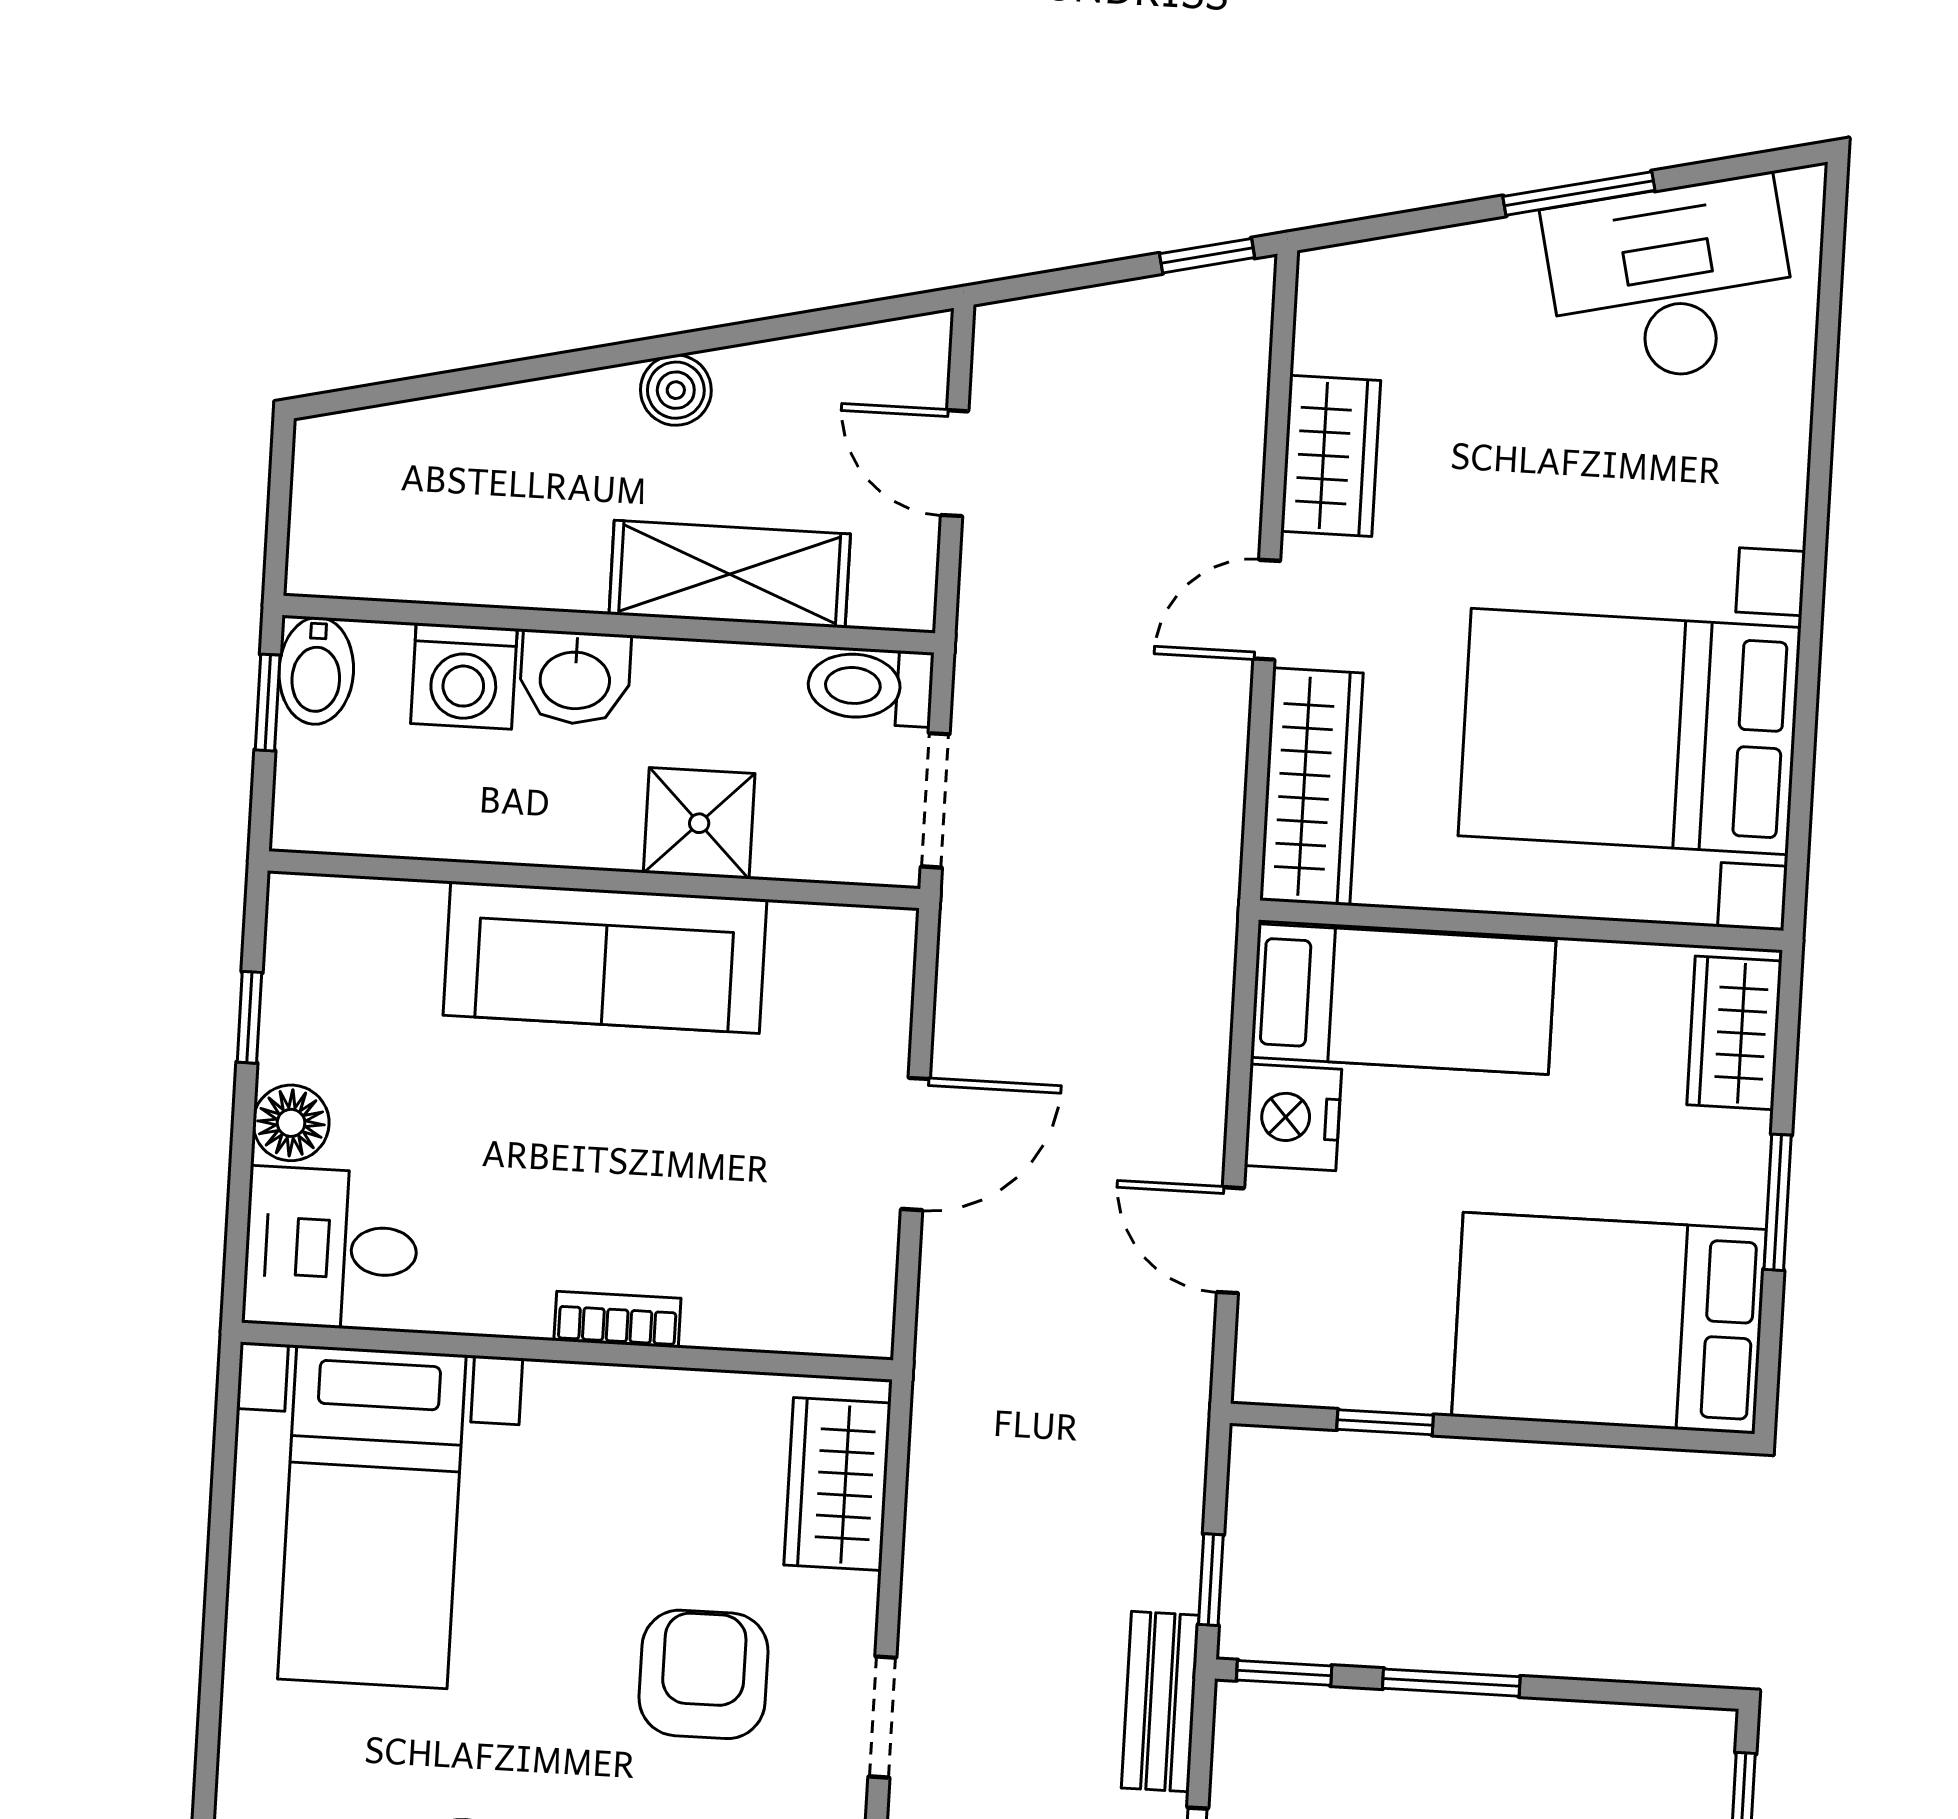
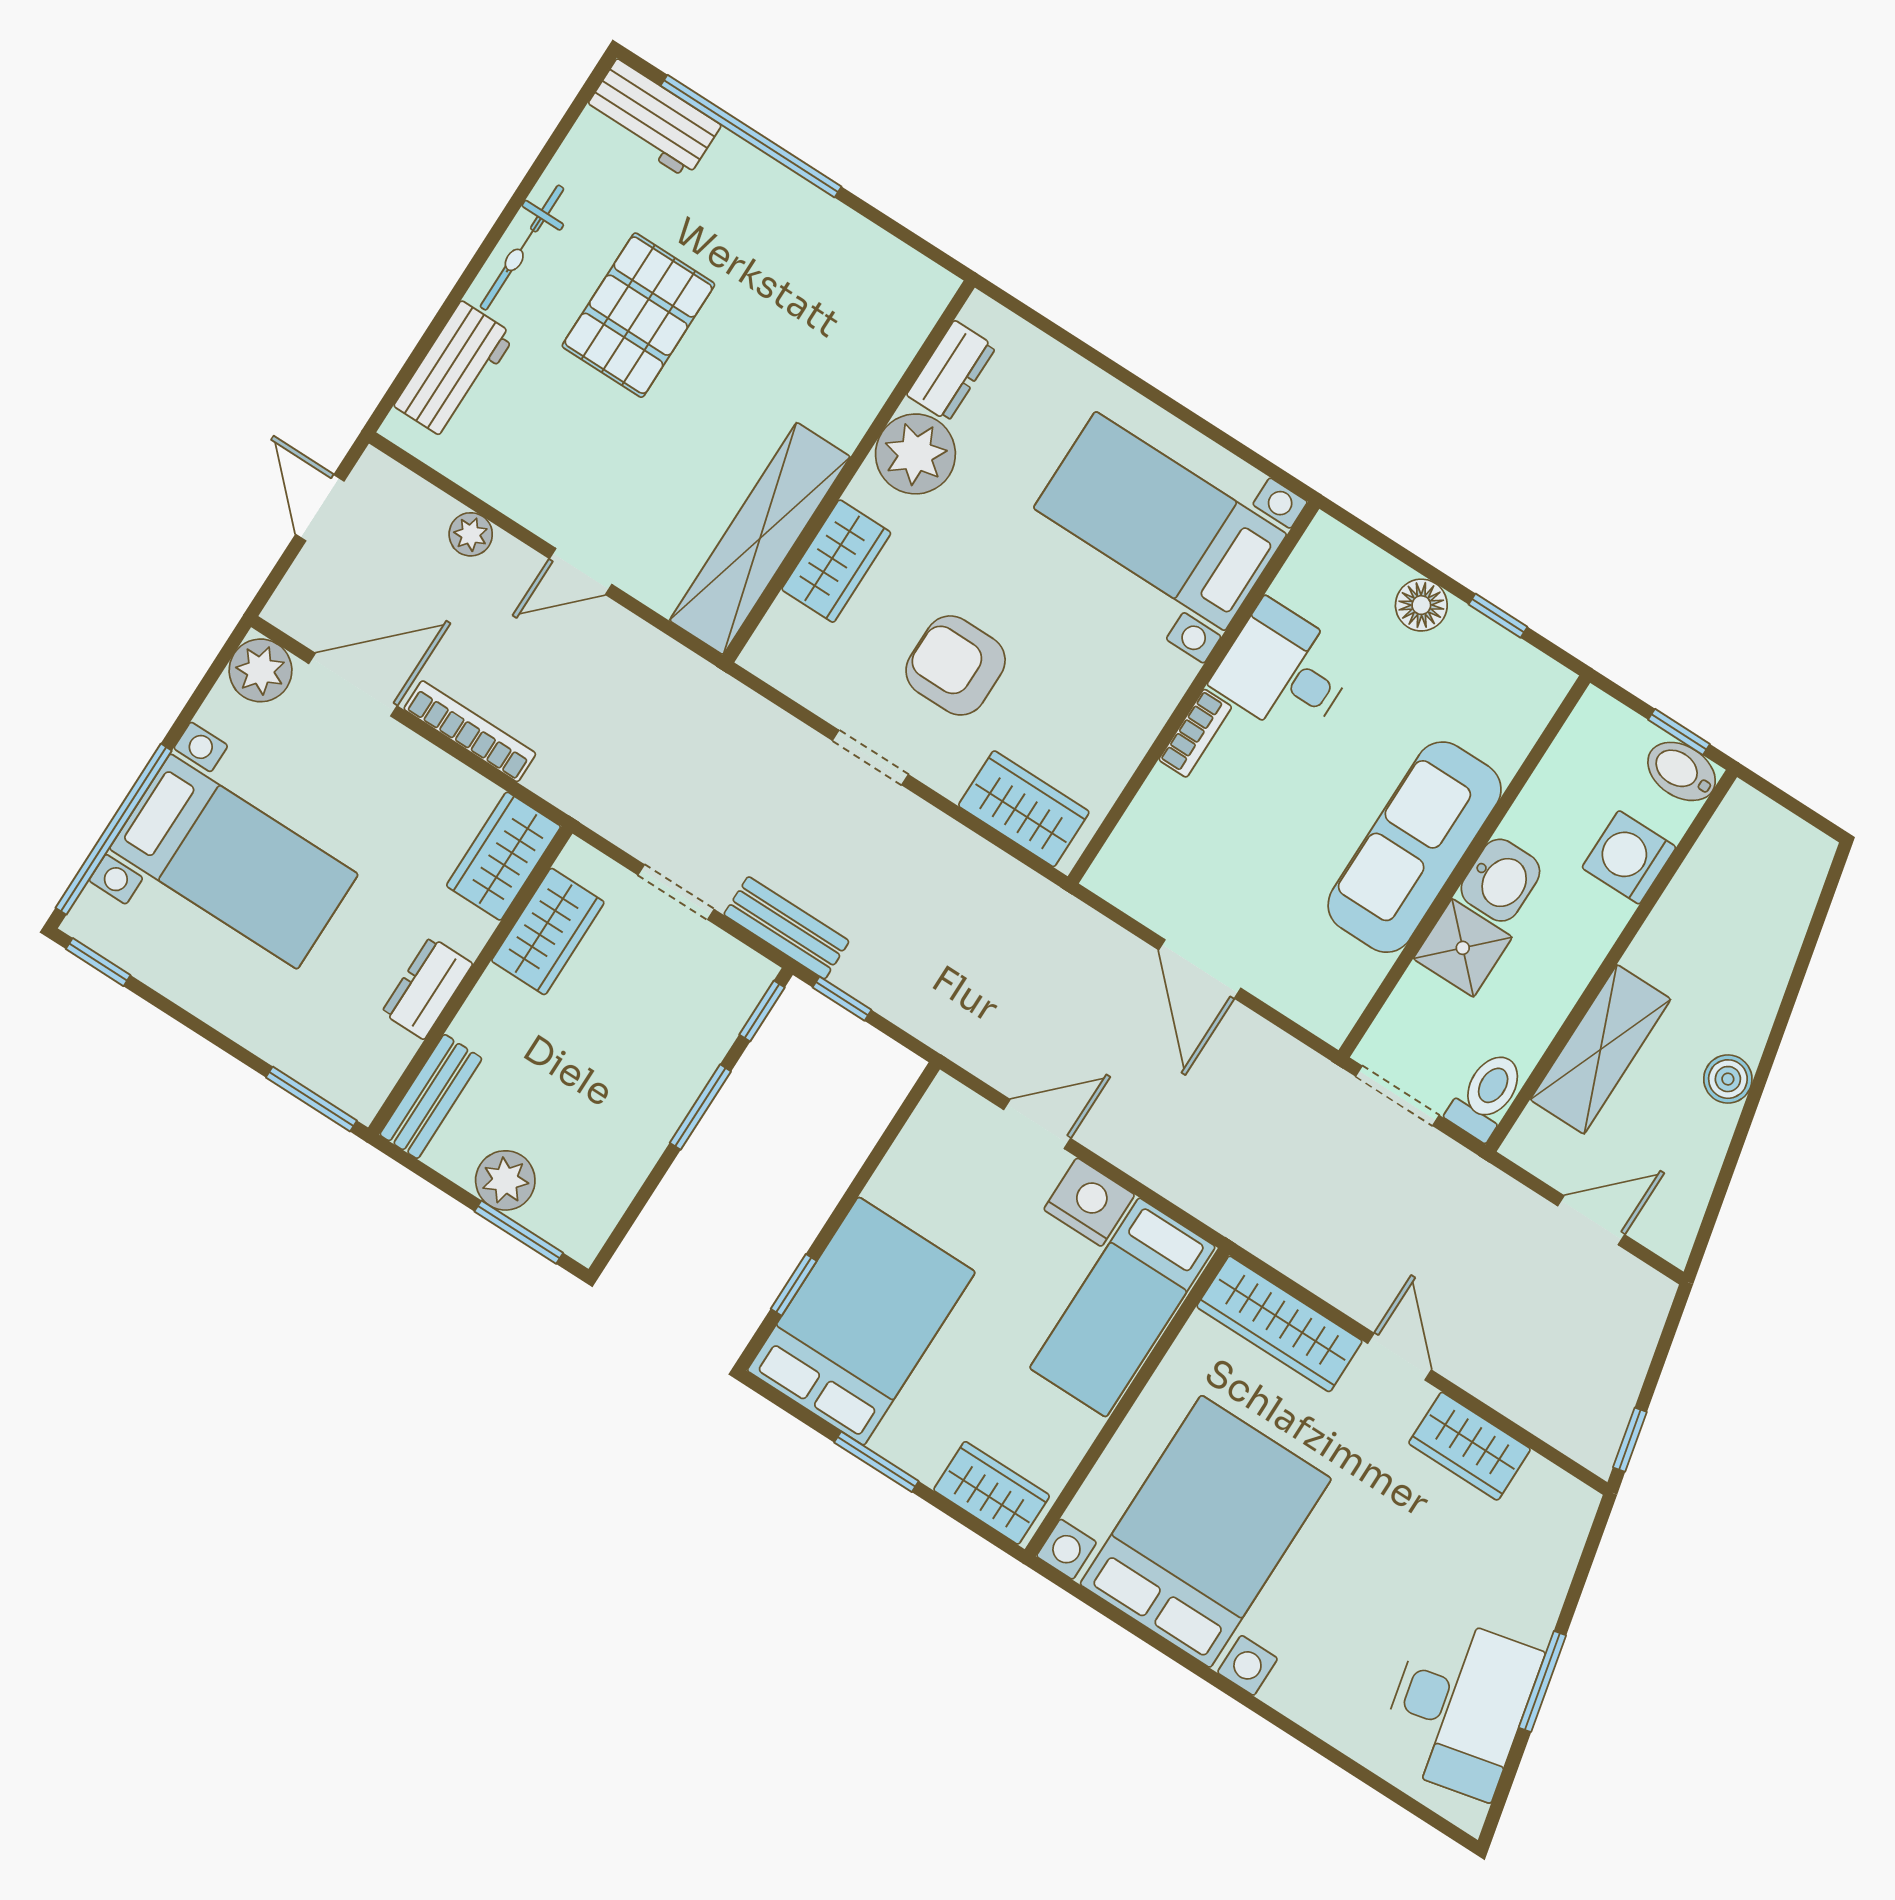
washbasin: (575, 678) -> (1500, 880), moved, turned 180
desk: (331, 1249) -> (1284, 671), moved, turned -90
window: (1385, 1422) -> (794, 1285), moved
armchair: (703, 1674) -> (956, 665), turned 180

